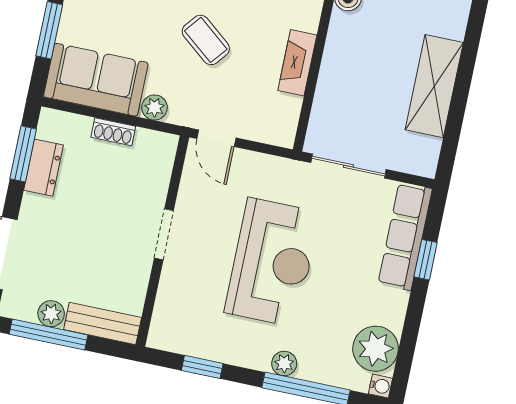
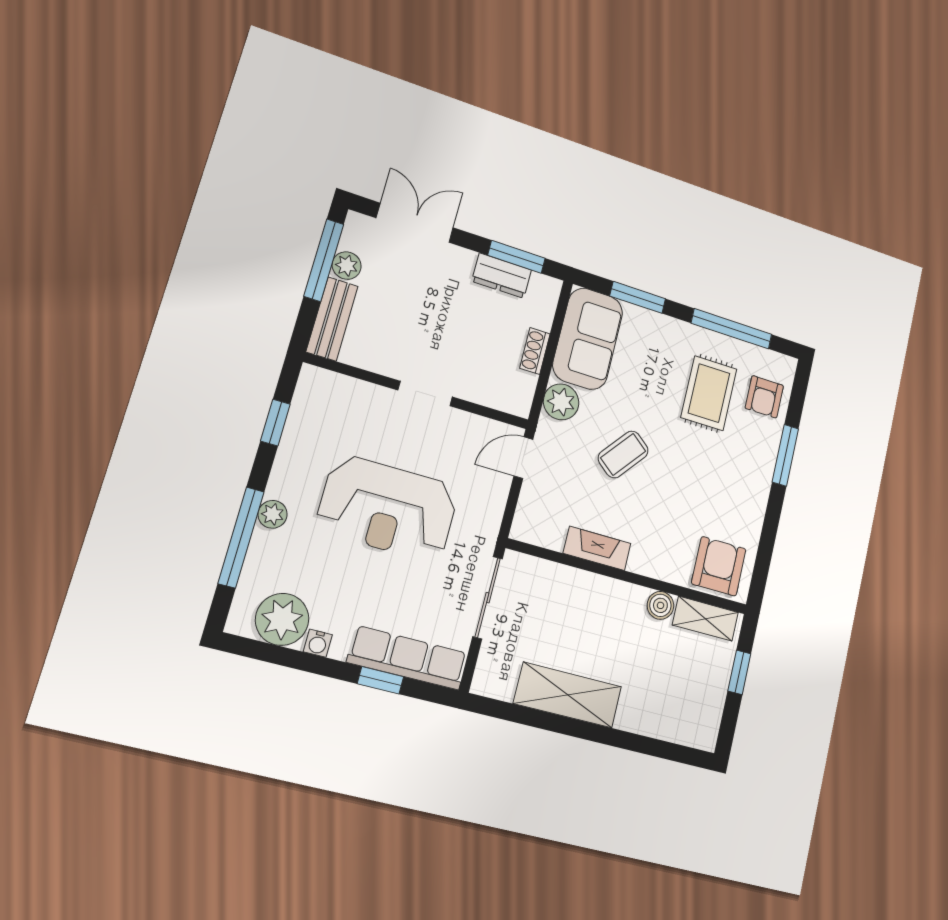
plant: (154, 107) -> (561, 402), width x1.38, depth x1.38
water cooler: (380, 386) -> (318, 643), moved

